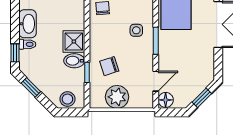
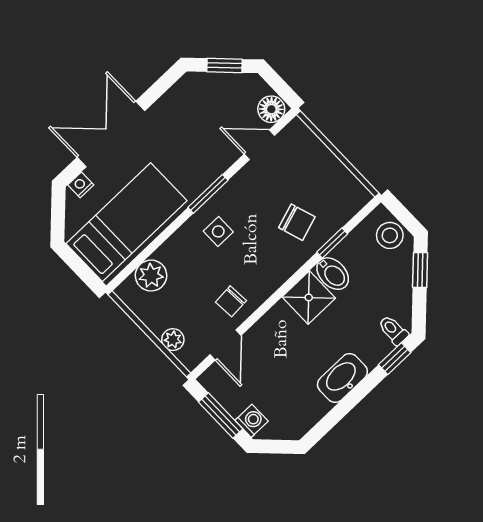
toilet: (27, 44) -> (393, 330), moved
window: (31, 87) -> (420, 270), moved
plant: (117, 97) -> (327, 175), removed

